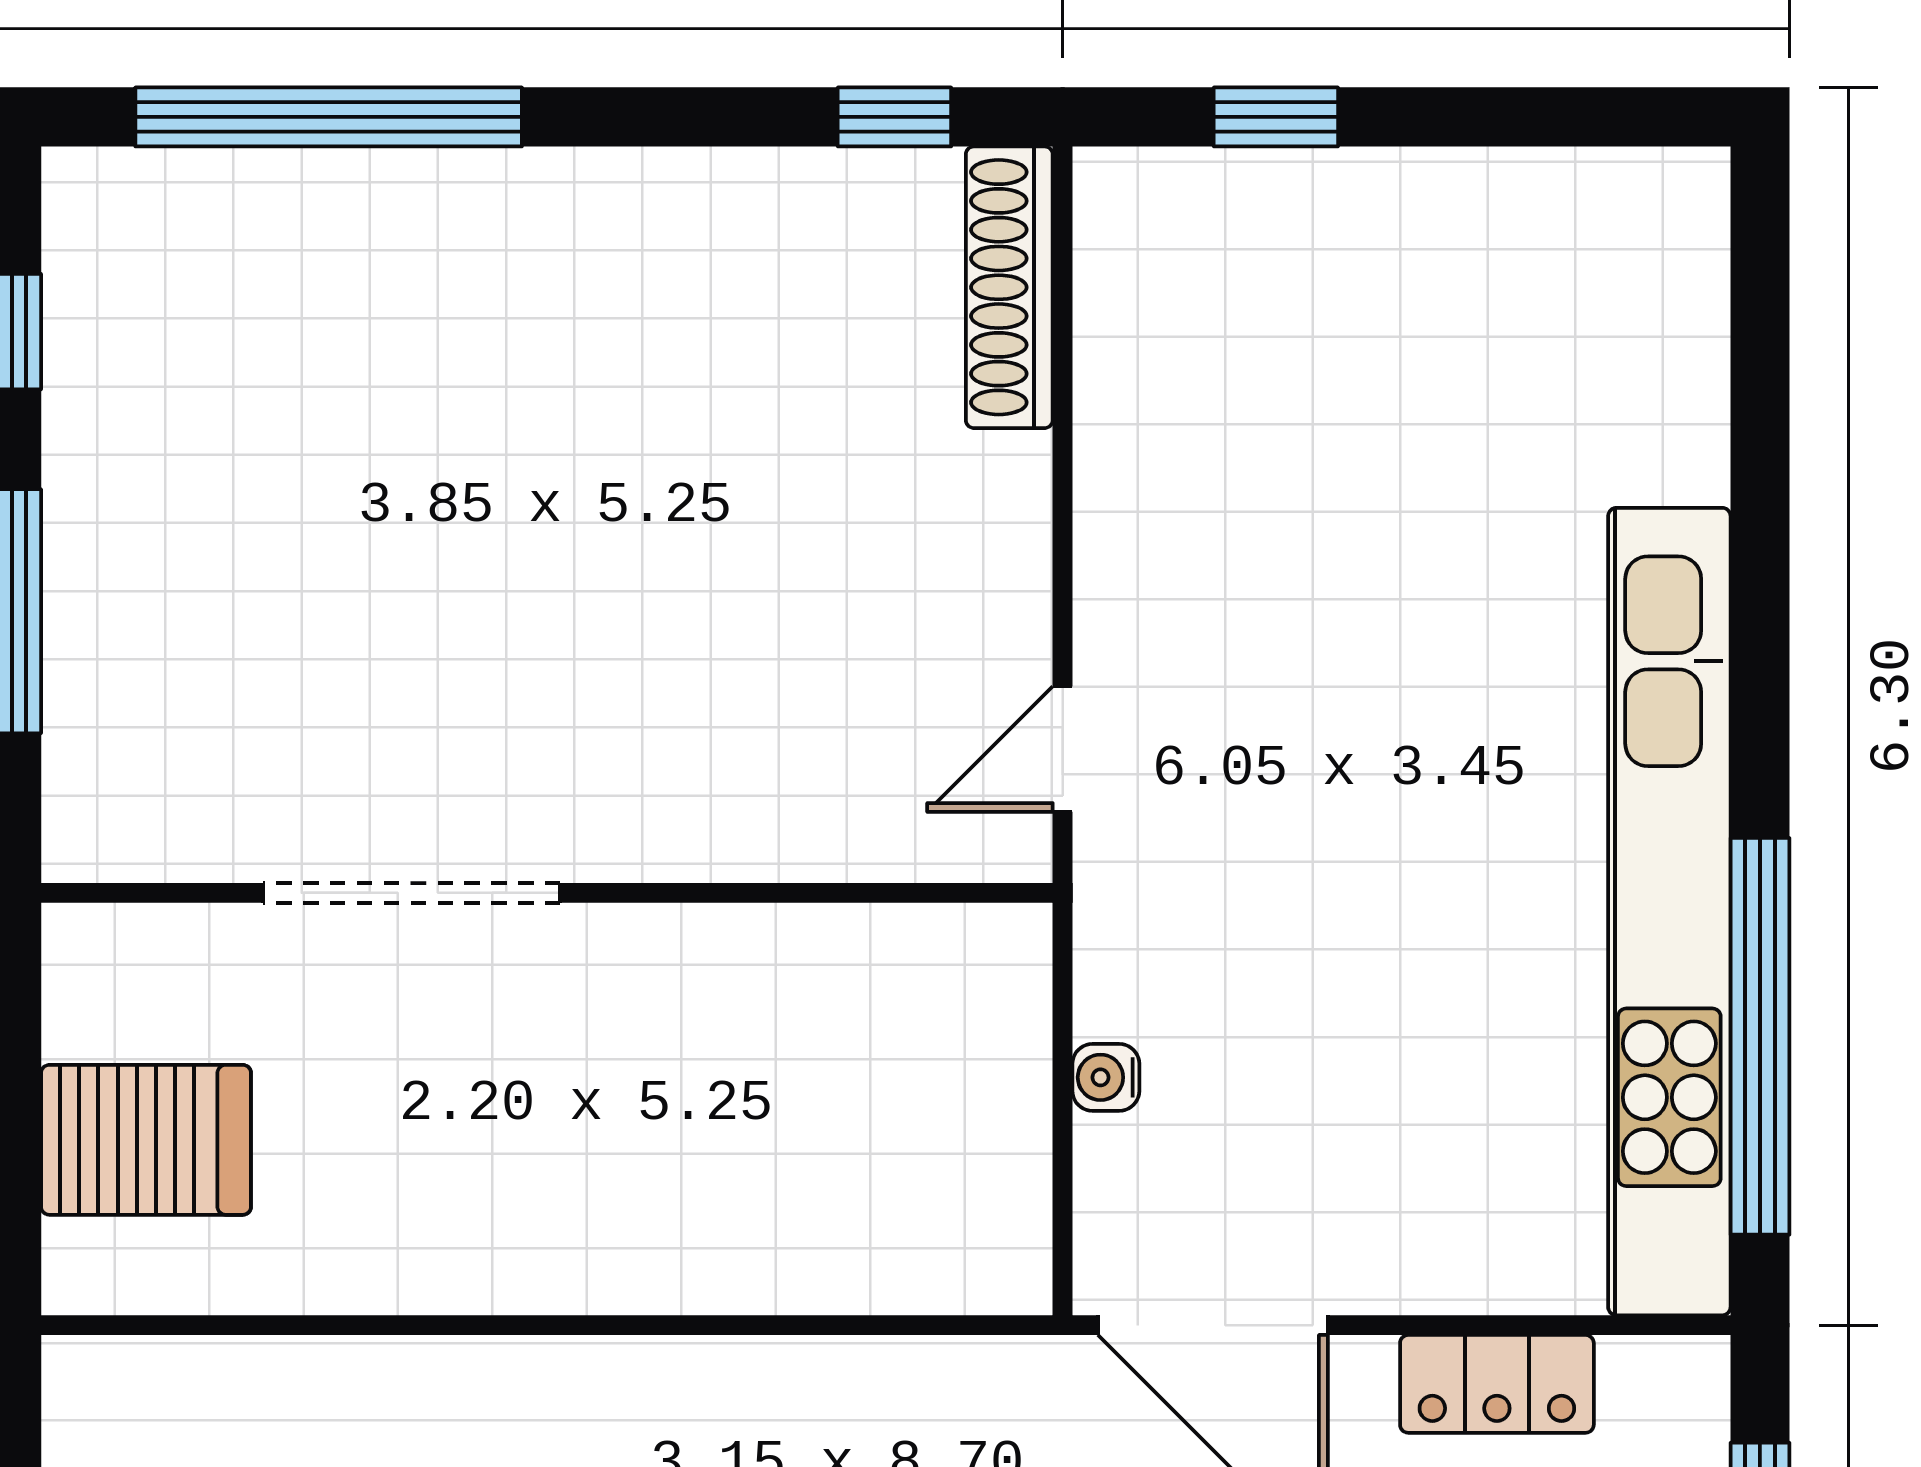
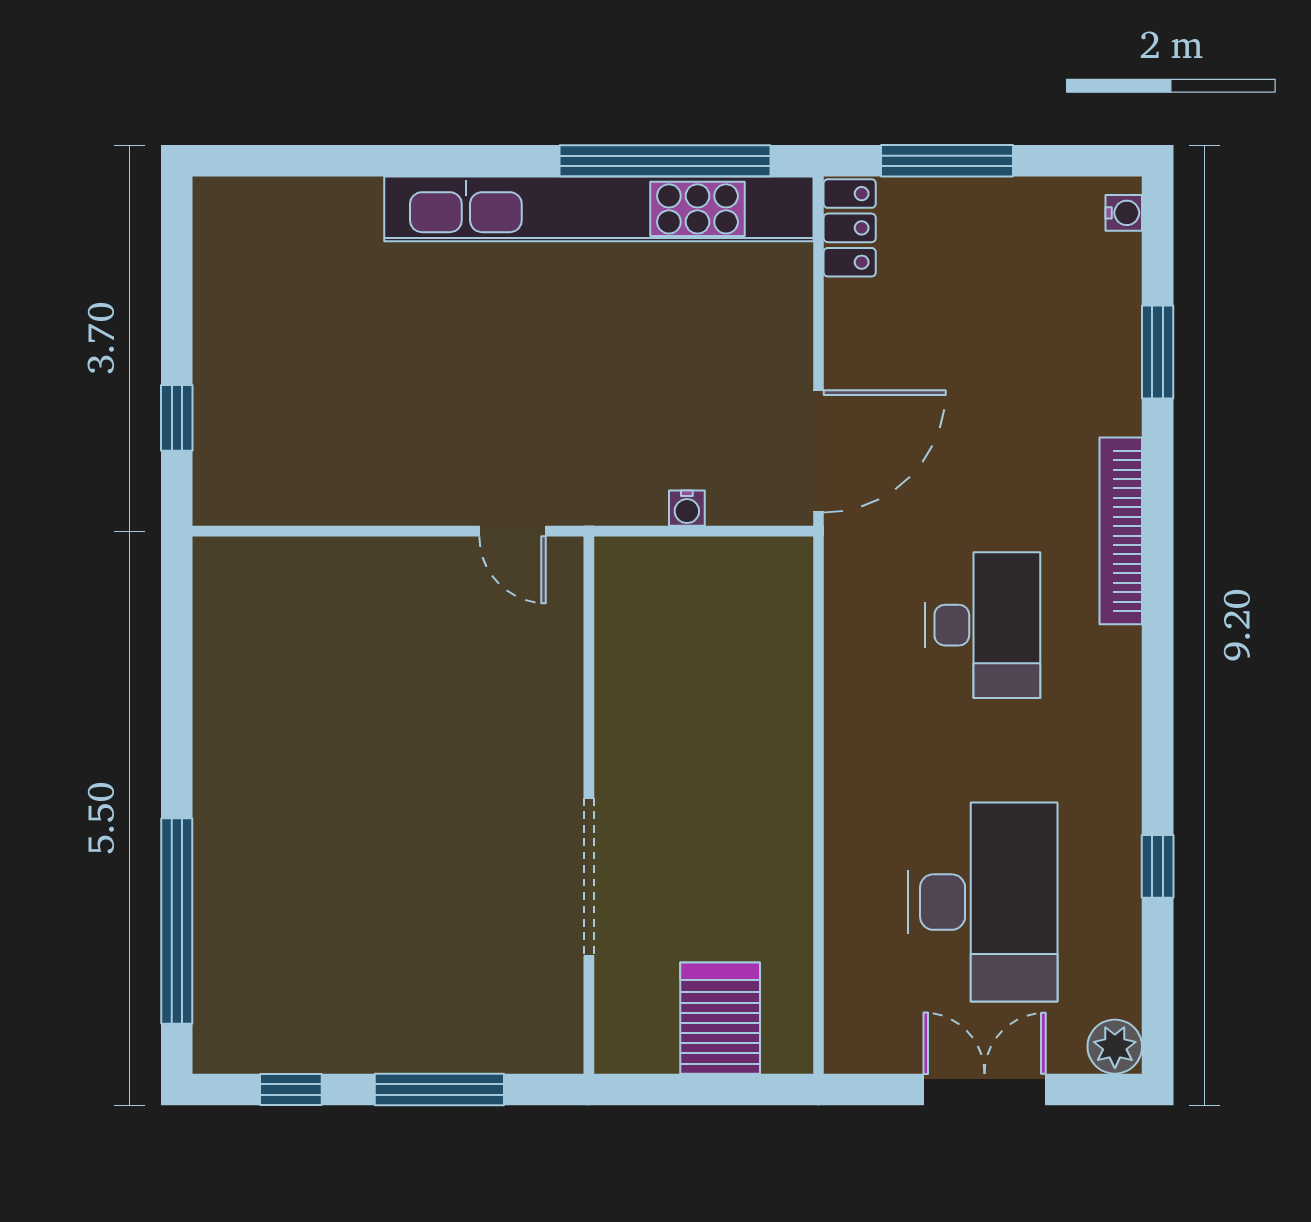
window: (894, 117) -> (177, 621), removed
shoe rack: (1009, 287) -> (267, 560), removed
locker: (1497, 1384) -> (850, 228), moved

